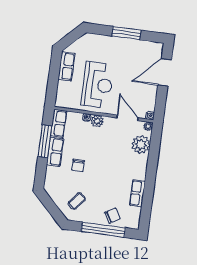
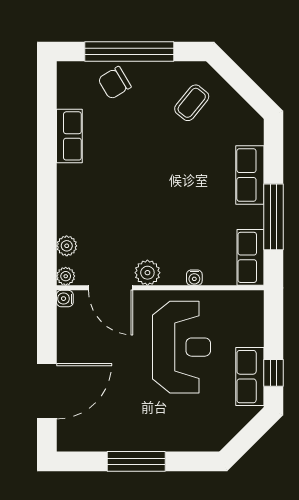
window: (55, 67) -> (273, 373), added
reception desk: (97, 85) -> (181, 347), turned 180
plant: (97, 121) -> (147, 273), moved
plant: (141, 144) -> (67, 246), width x0.53, depth x0.53
row of seats: (55, 152) -> (250, 175), moved
chair: (78, 165) -> (199, 177), removed

